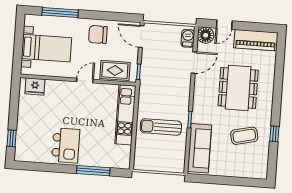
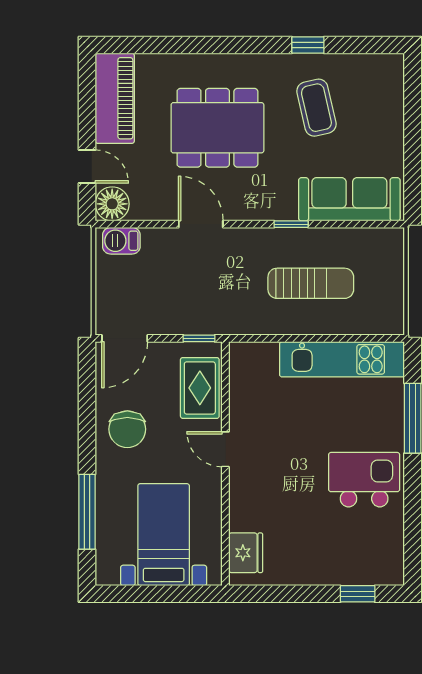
door: (194, 63) -> (201, 224), moved
kitchen unit: (125, 115) -> (342, 359), moved
sun lounger: (161, 127) -> (311, 283), turned -90

